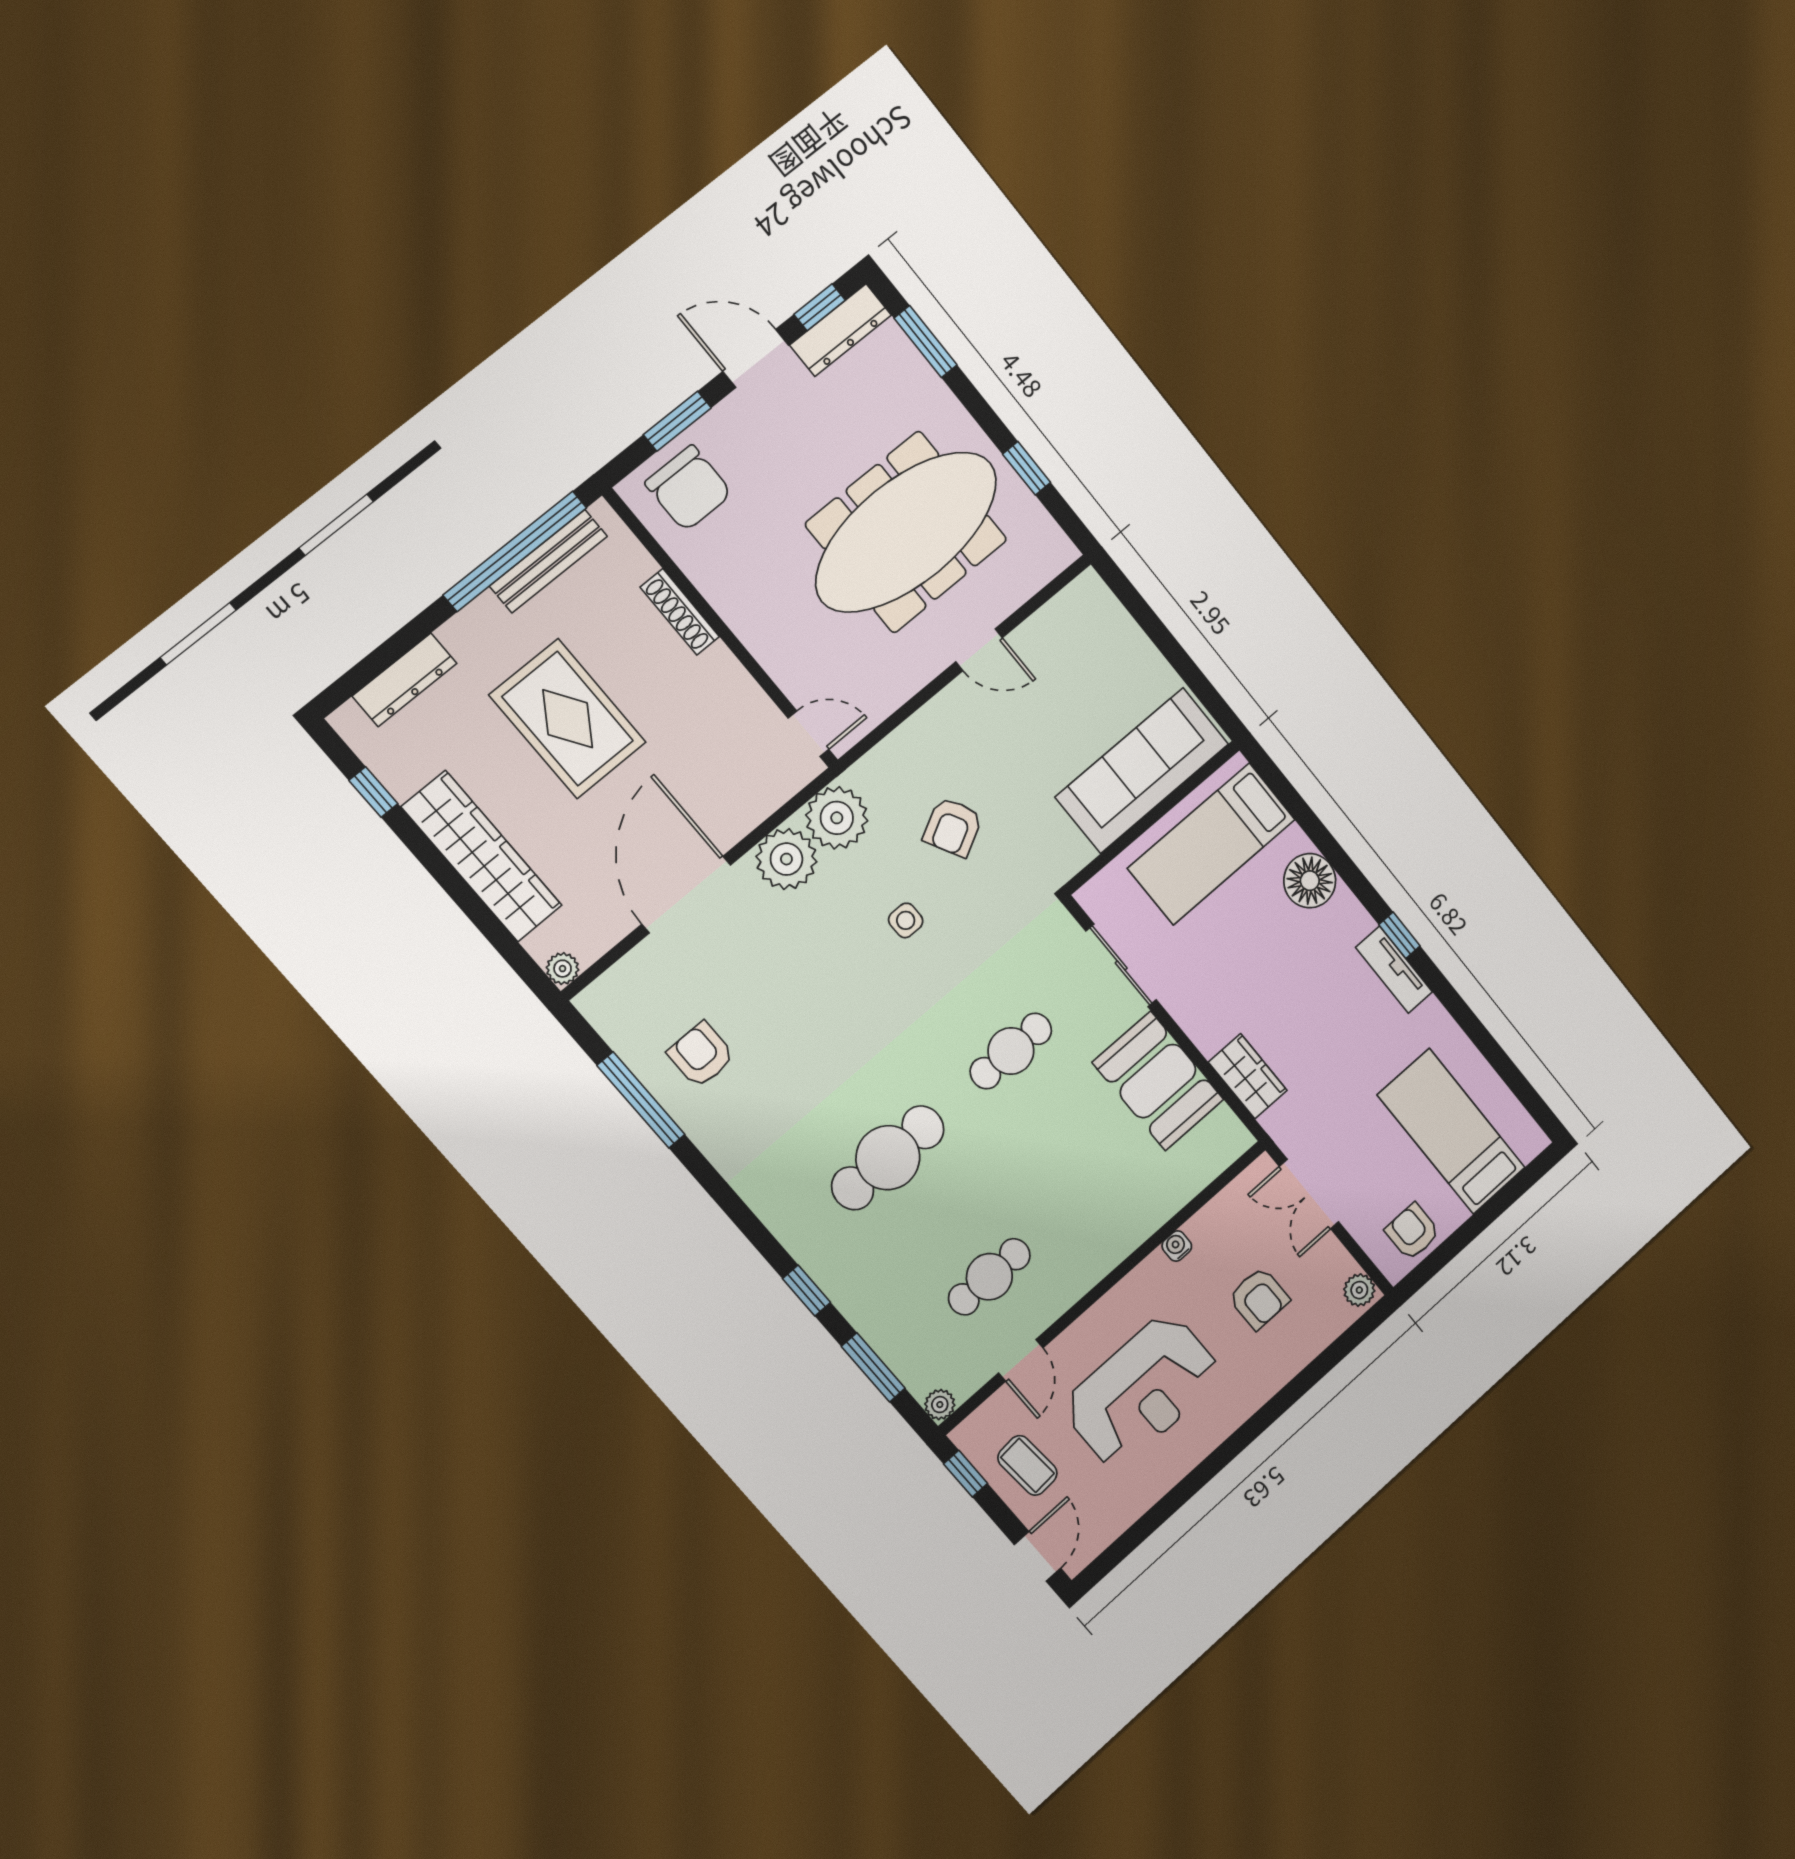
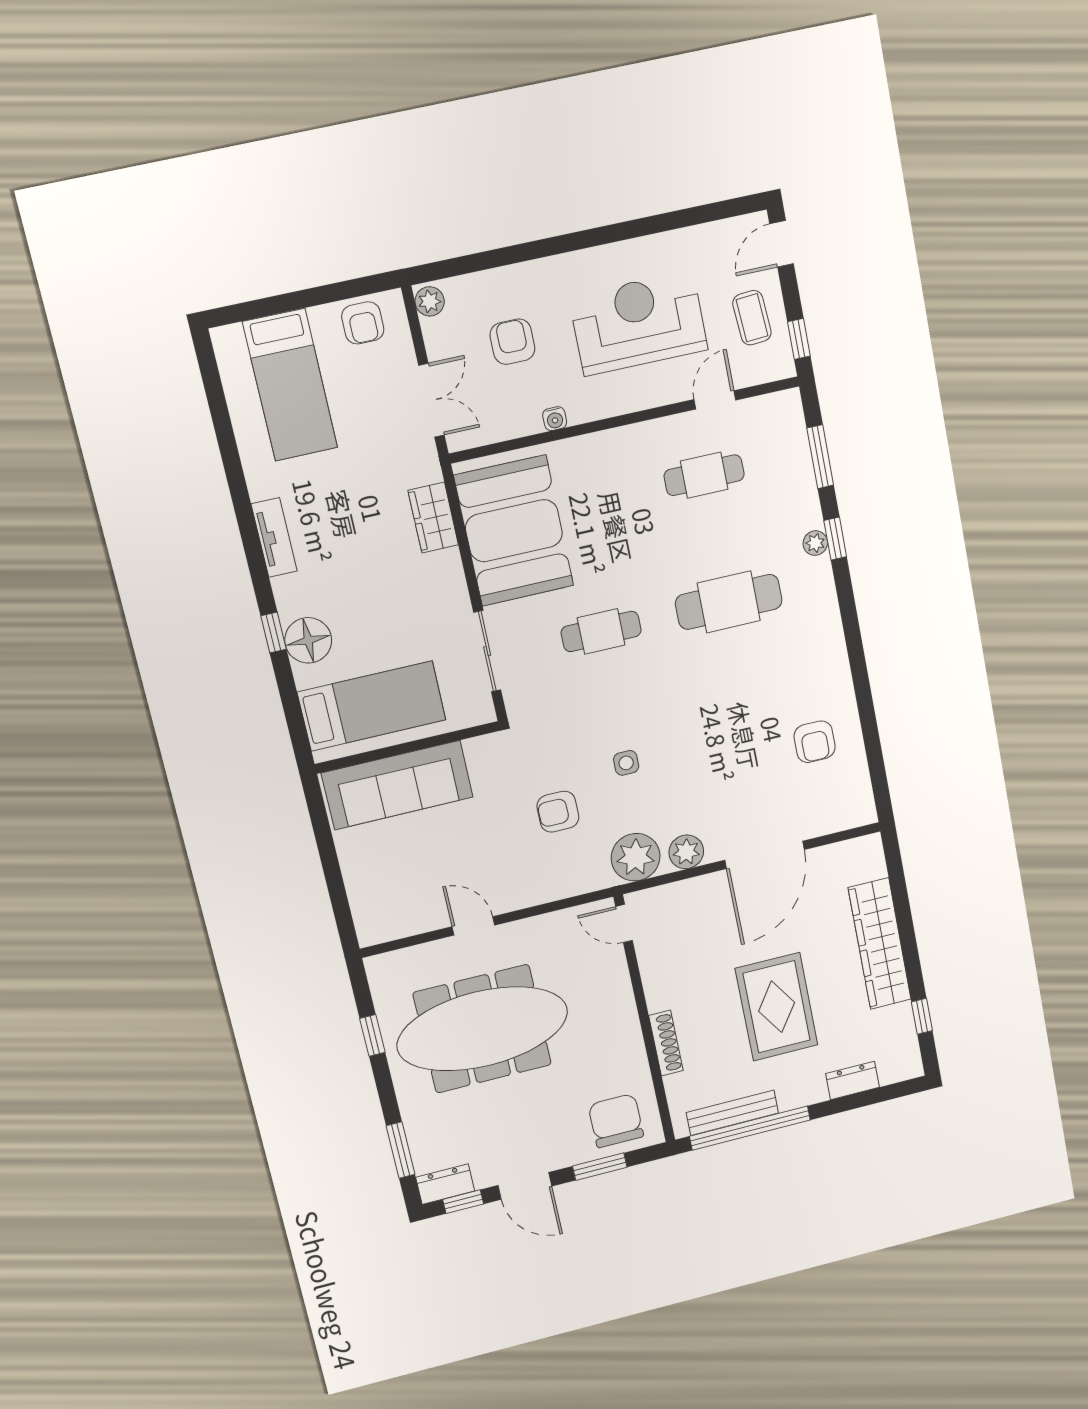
dresser: (841, 330) -> (445, 1184), width x0.70
dresser: (405, 680) -> (853, 1080), width x0.70
armchair: (953, 827) -> (558, 812), turned -152
plant: (786, 859) -> (686, 852), width x0.73, depth x0.73
window: (1399, 935) -> (274, 633), moved
plant: (563, 969) -> (871, 846), removed
booth: (1158, 1081) -> (514, 531), width x1.36, depth x1.42
window: (641, 1100) -> (870, 732), removed
plant: (940, 1405) -> (815, 543), moved

